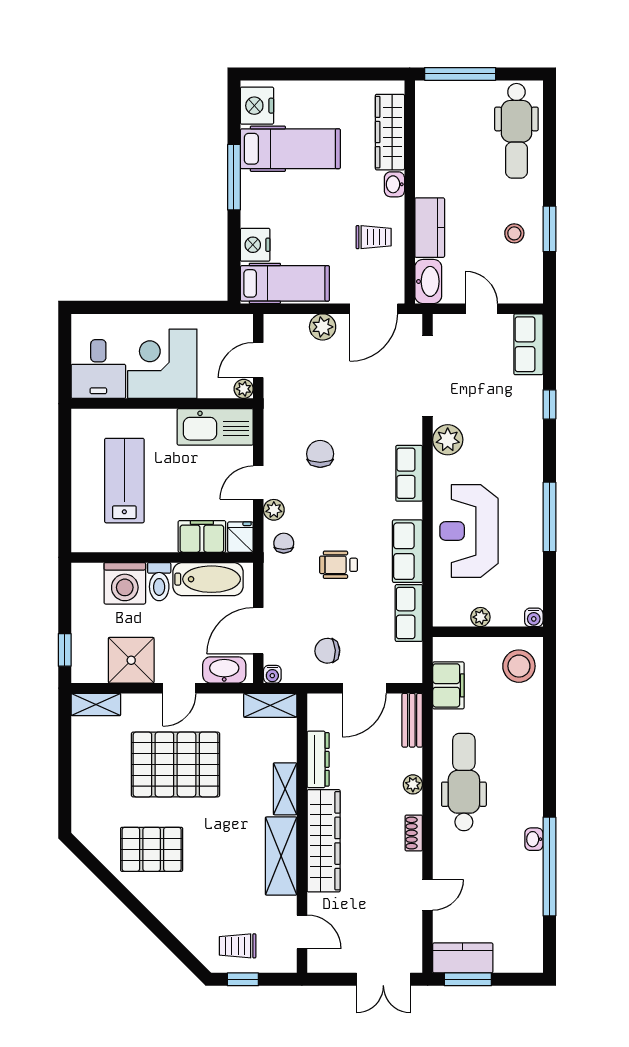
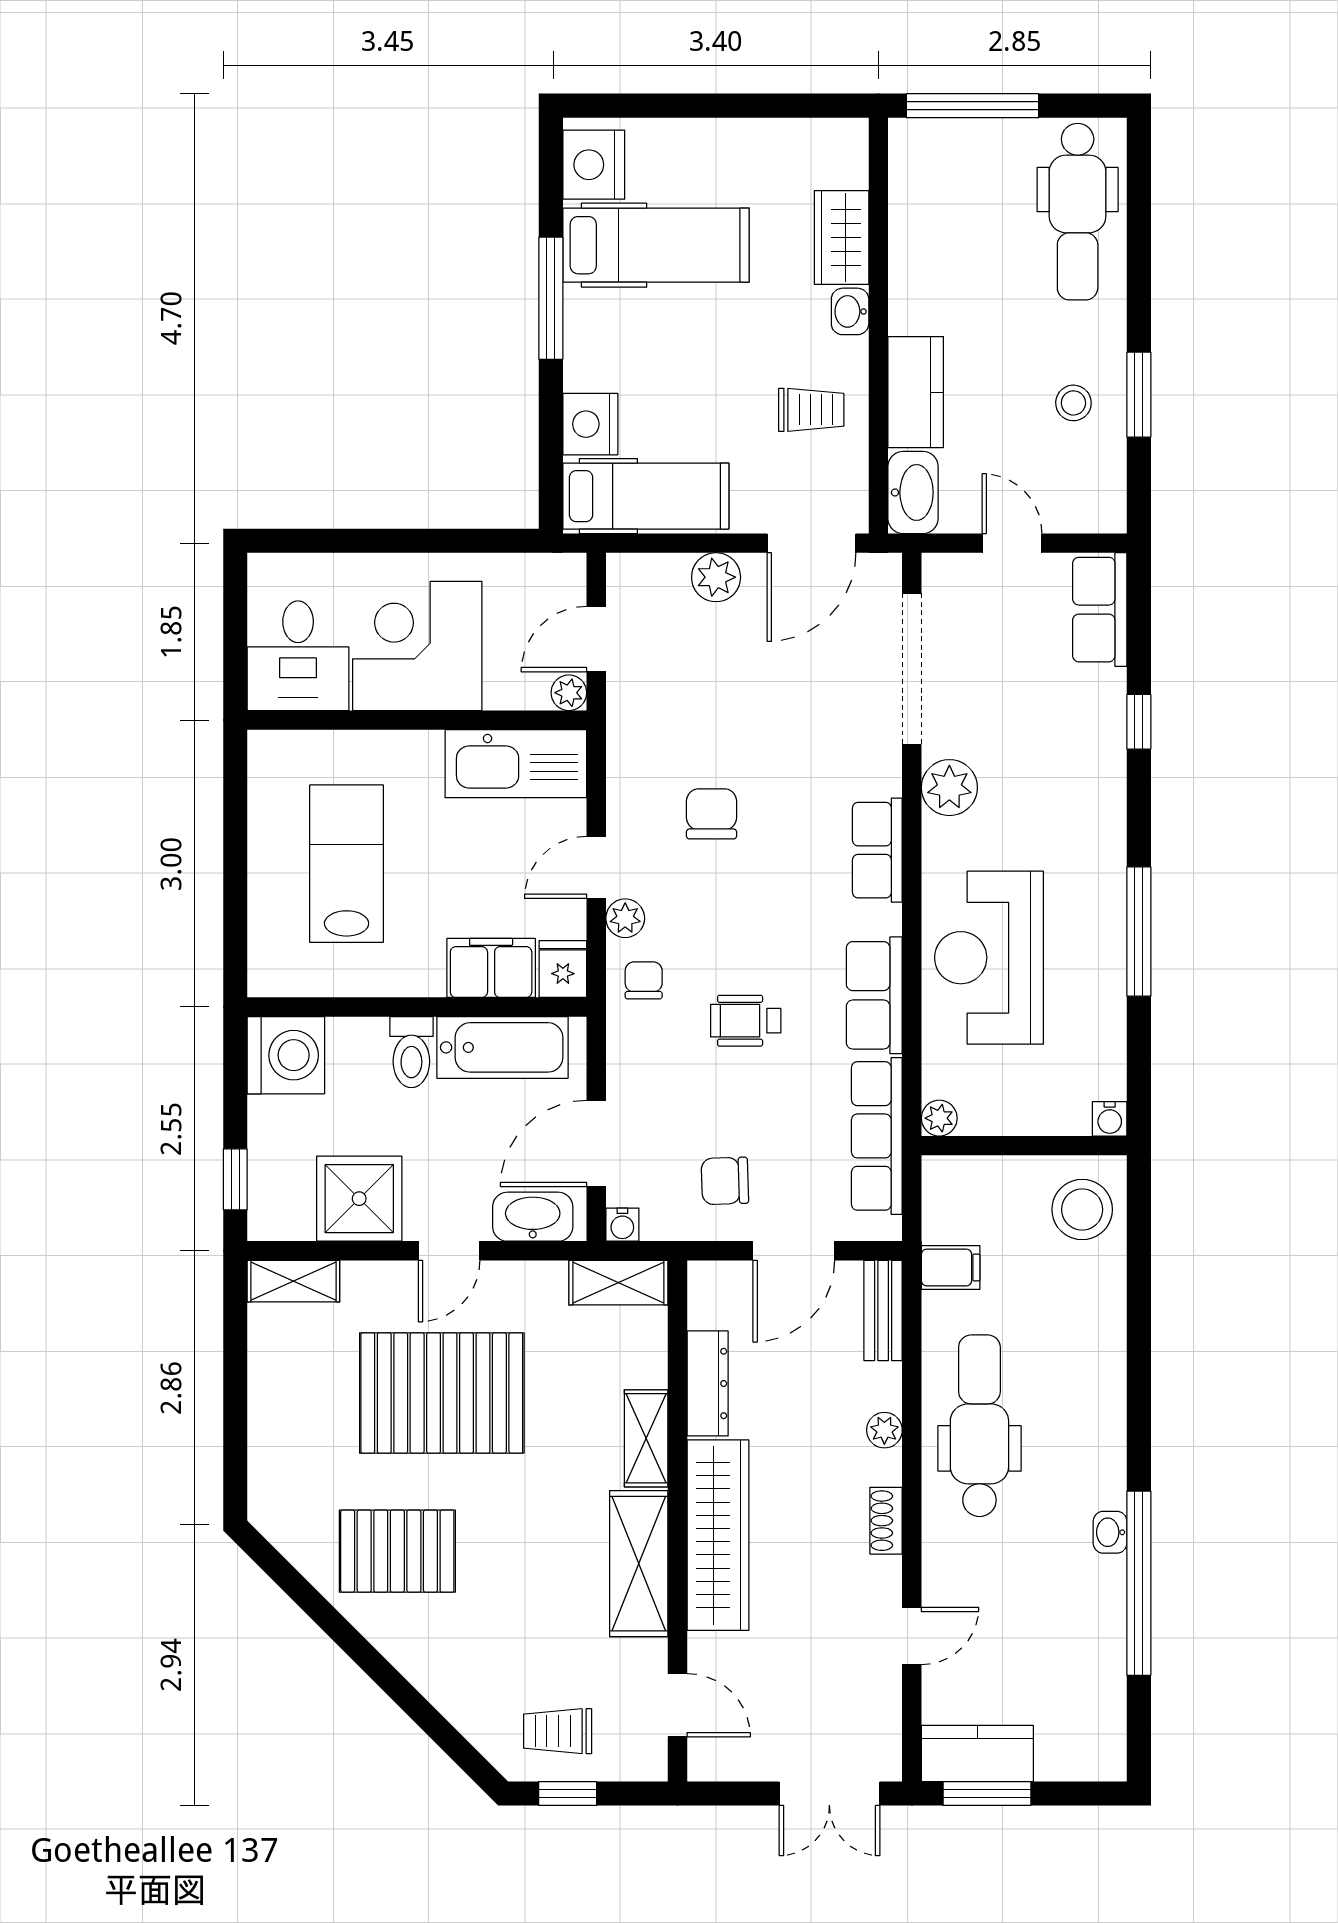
wardrobe: (390, 132) -> (842, 237), width x0.67
washing machine: (125, 583) -> (286, 1055), moved, turned -90
row of seats: (409, 613) -> (877, 1136), width x1.48
plant: (480, 617) -> (939, 1118), moved
filing cabinet: (448, 685) -> (951, 1268), width x0.50

